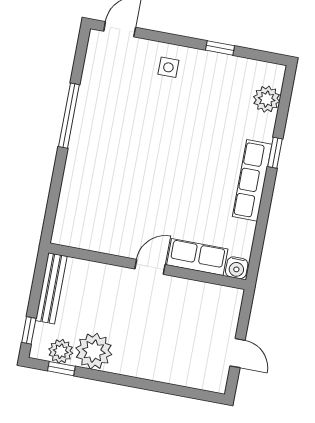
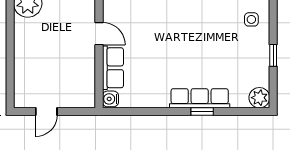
plant: (267, 99) -> (259, 98), moved
row of seats: (252, 180) -> (200, 98), moved

